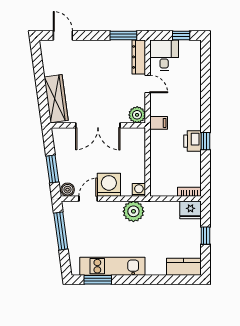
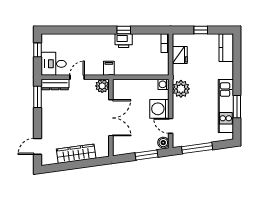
wardrobe: (56, 99) -> (76, 154), moved
fridge: (190, 210) -> (180, 55), moved
window: (98, 280) -> (237, 107), moved

